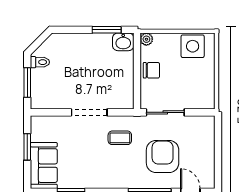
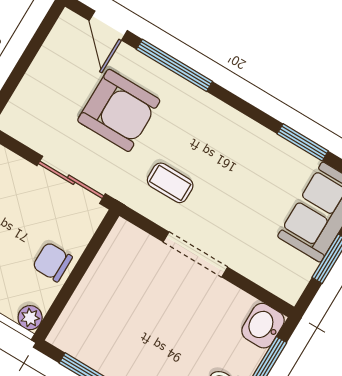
washbasin: (123, 42) -> (263, 326), moved, turned -90
armchair: (163, 156) -> (119, 110), turned -90

